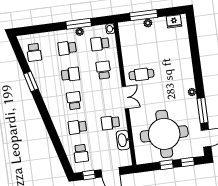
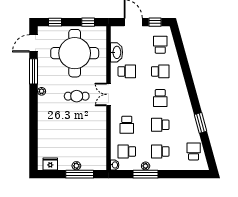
school desk: (100, 44) -> (127, 151), turned 180
school desk: (67, 48) -> (160, 151), turned 180
cafe table: (141, 74) -> (77, 96), moved
window: (167, 165) -> (88, 22), moved

